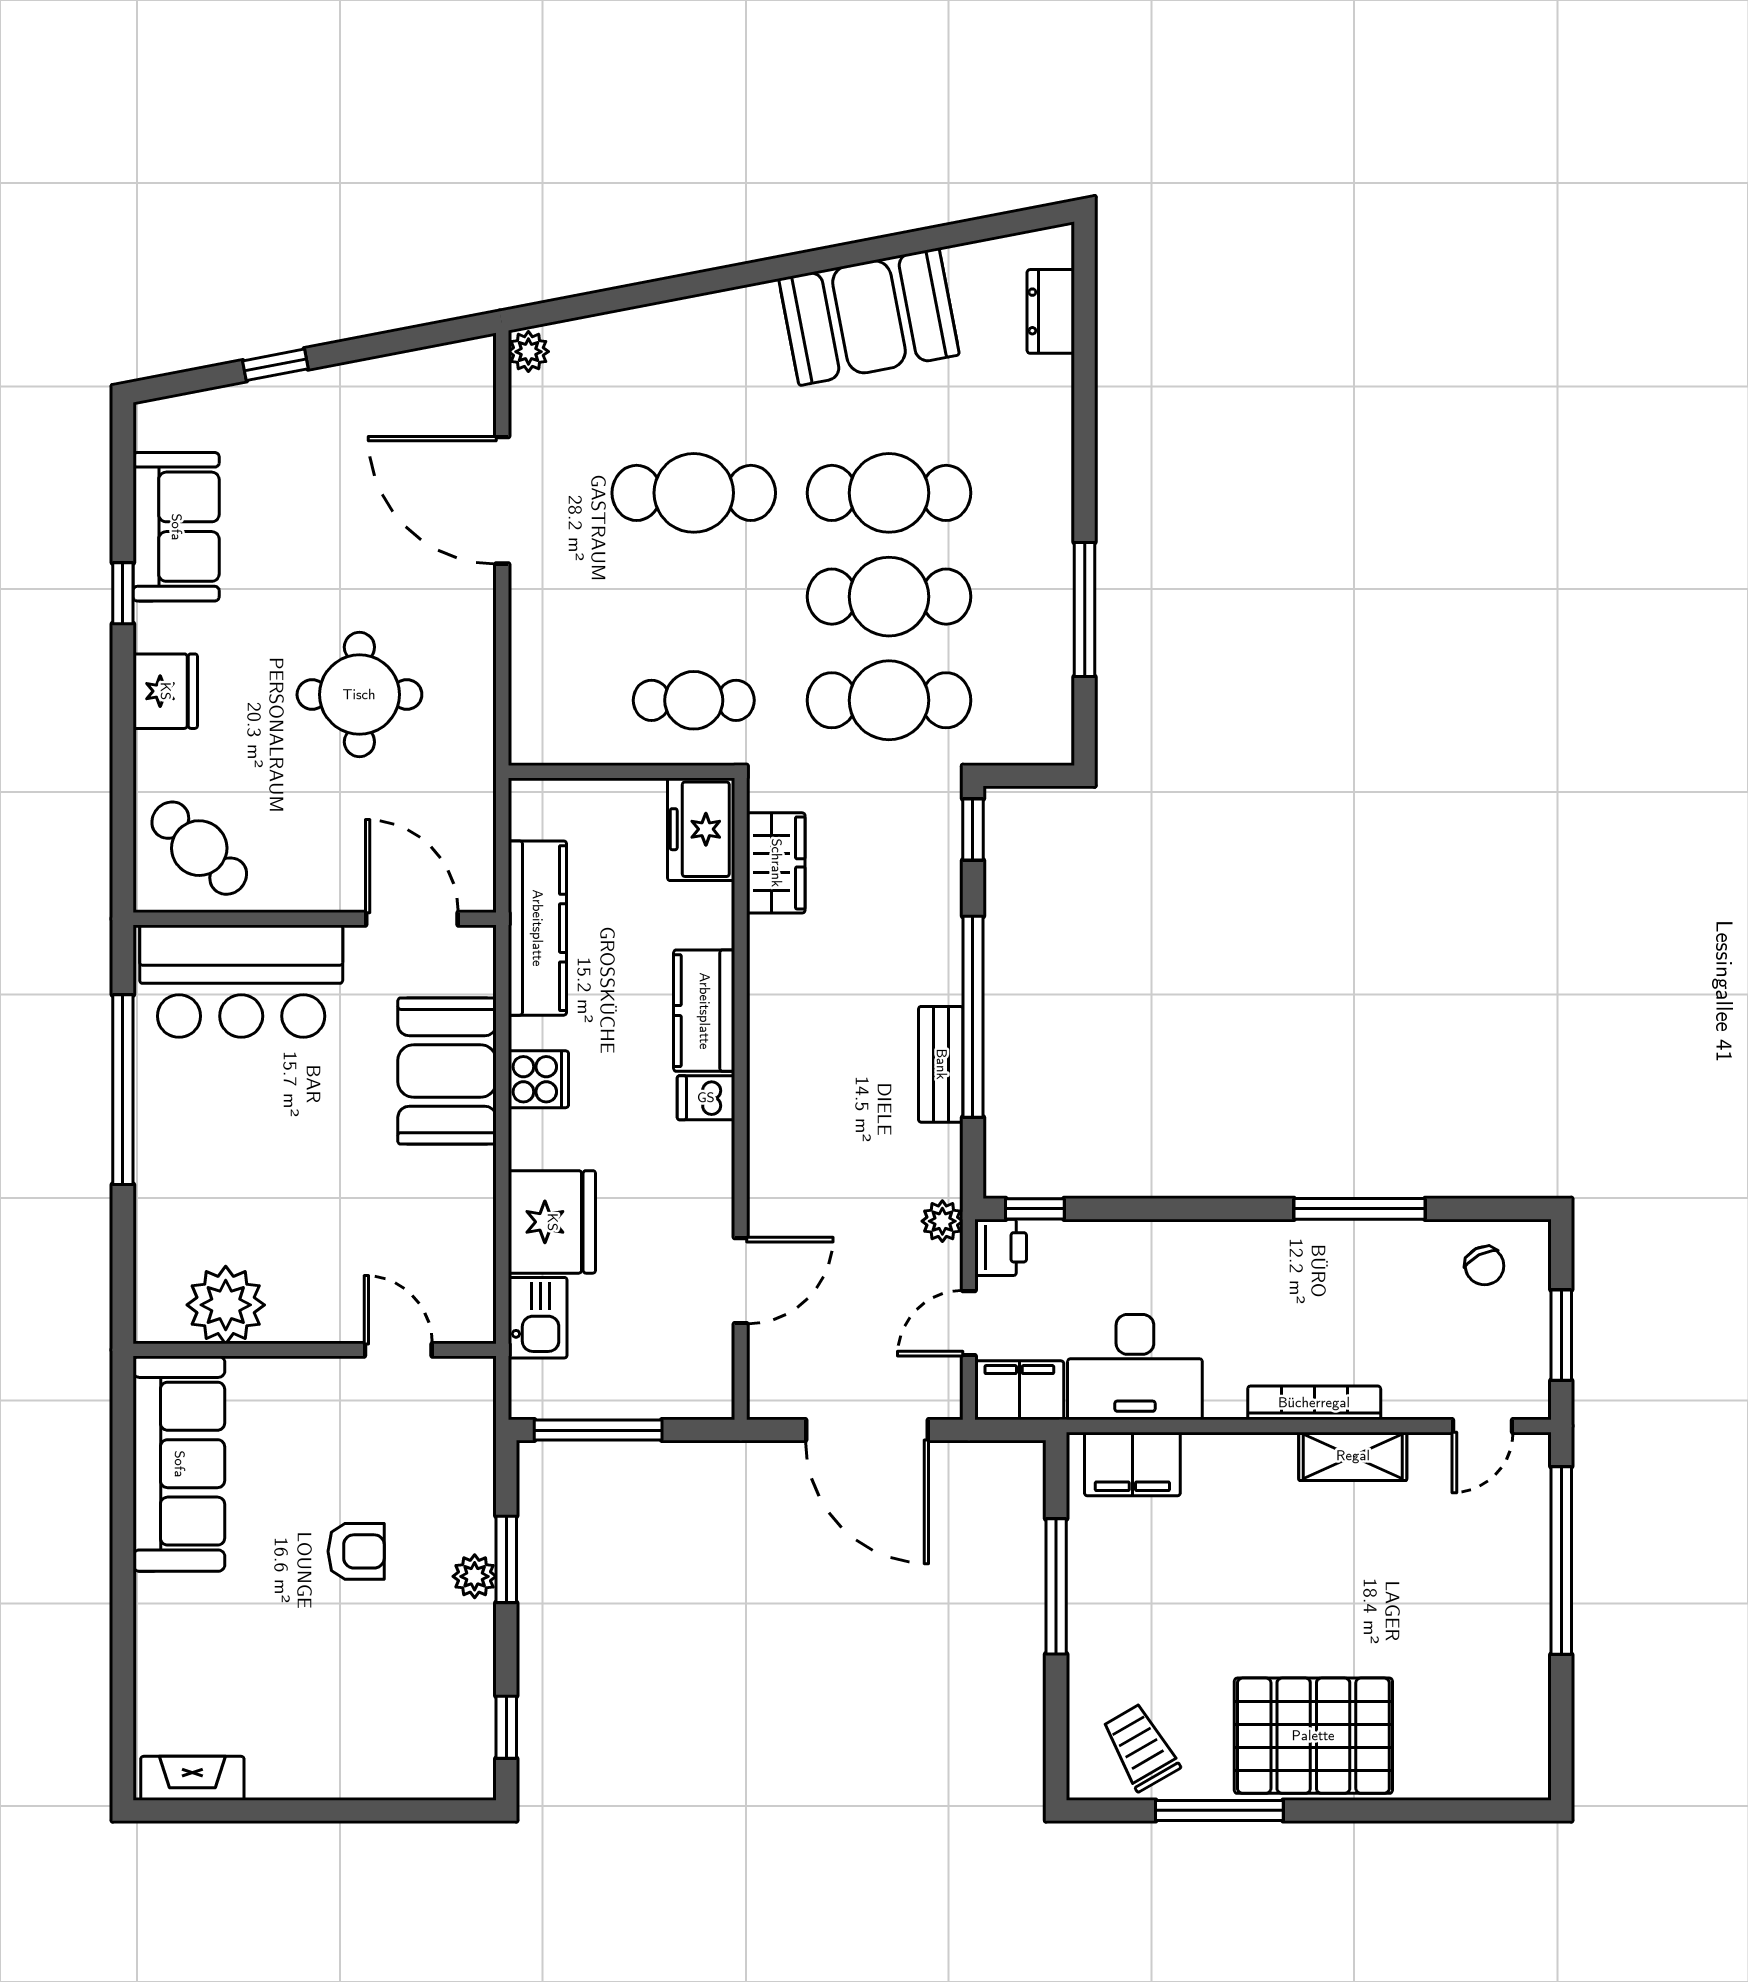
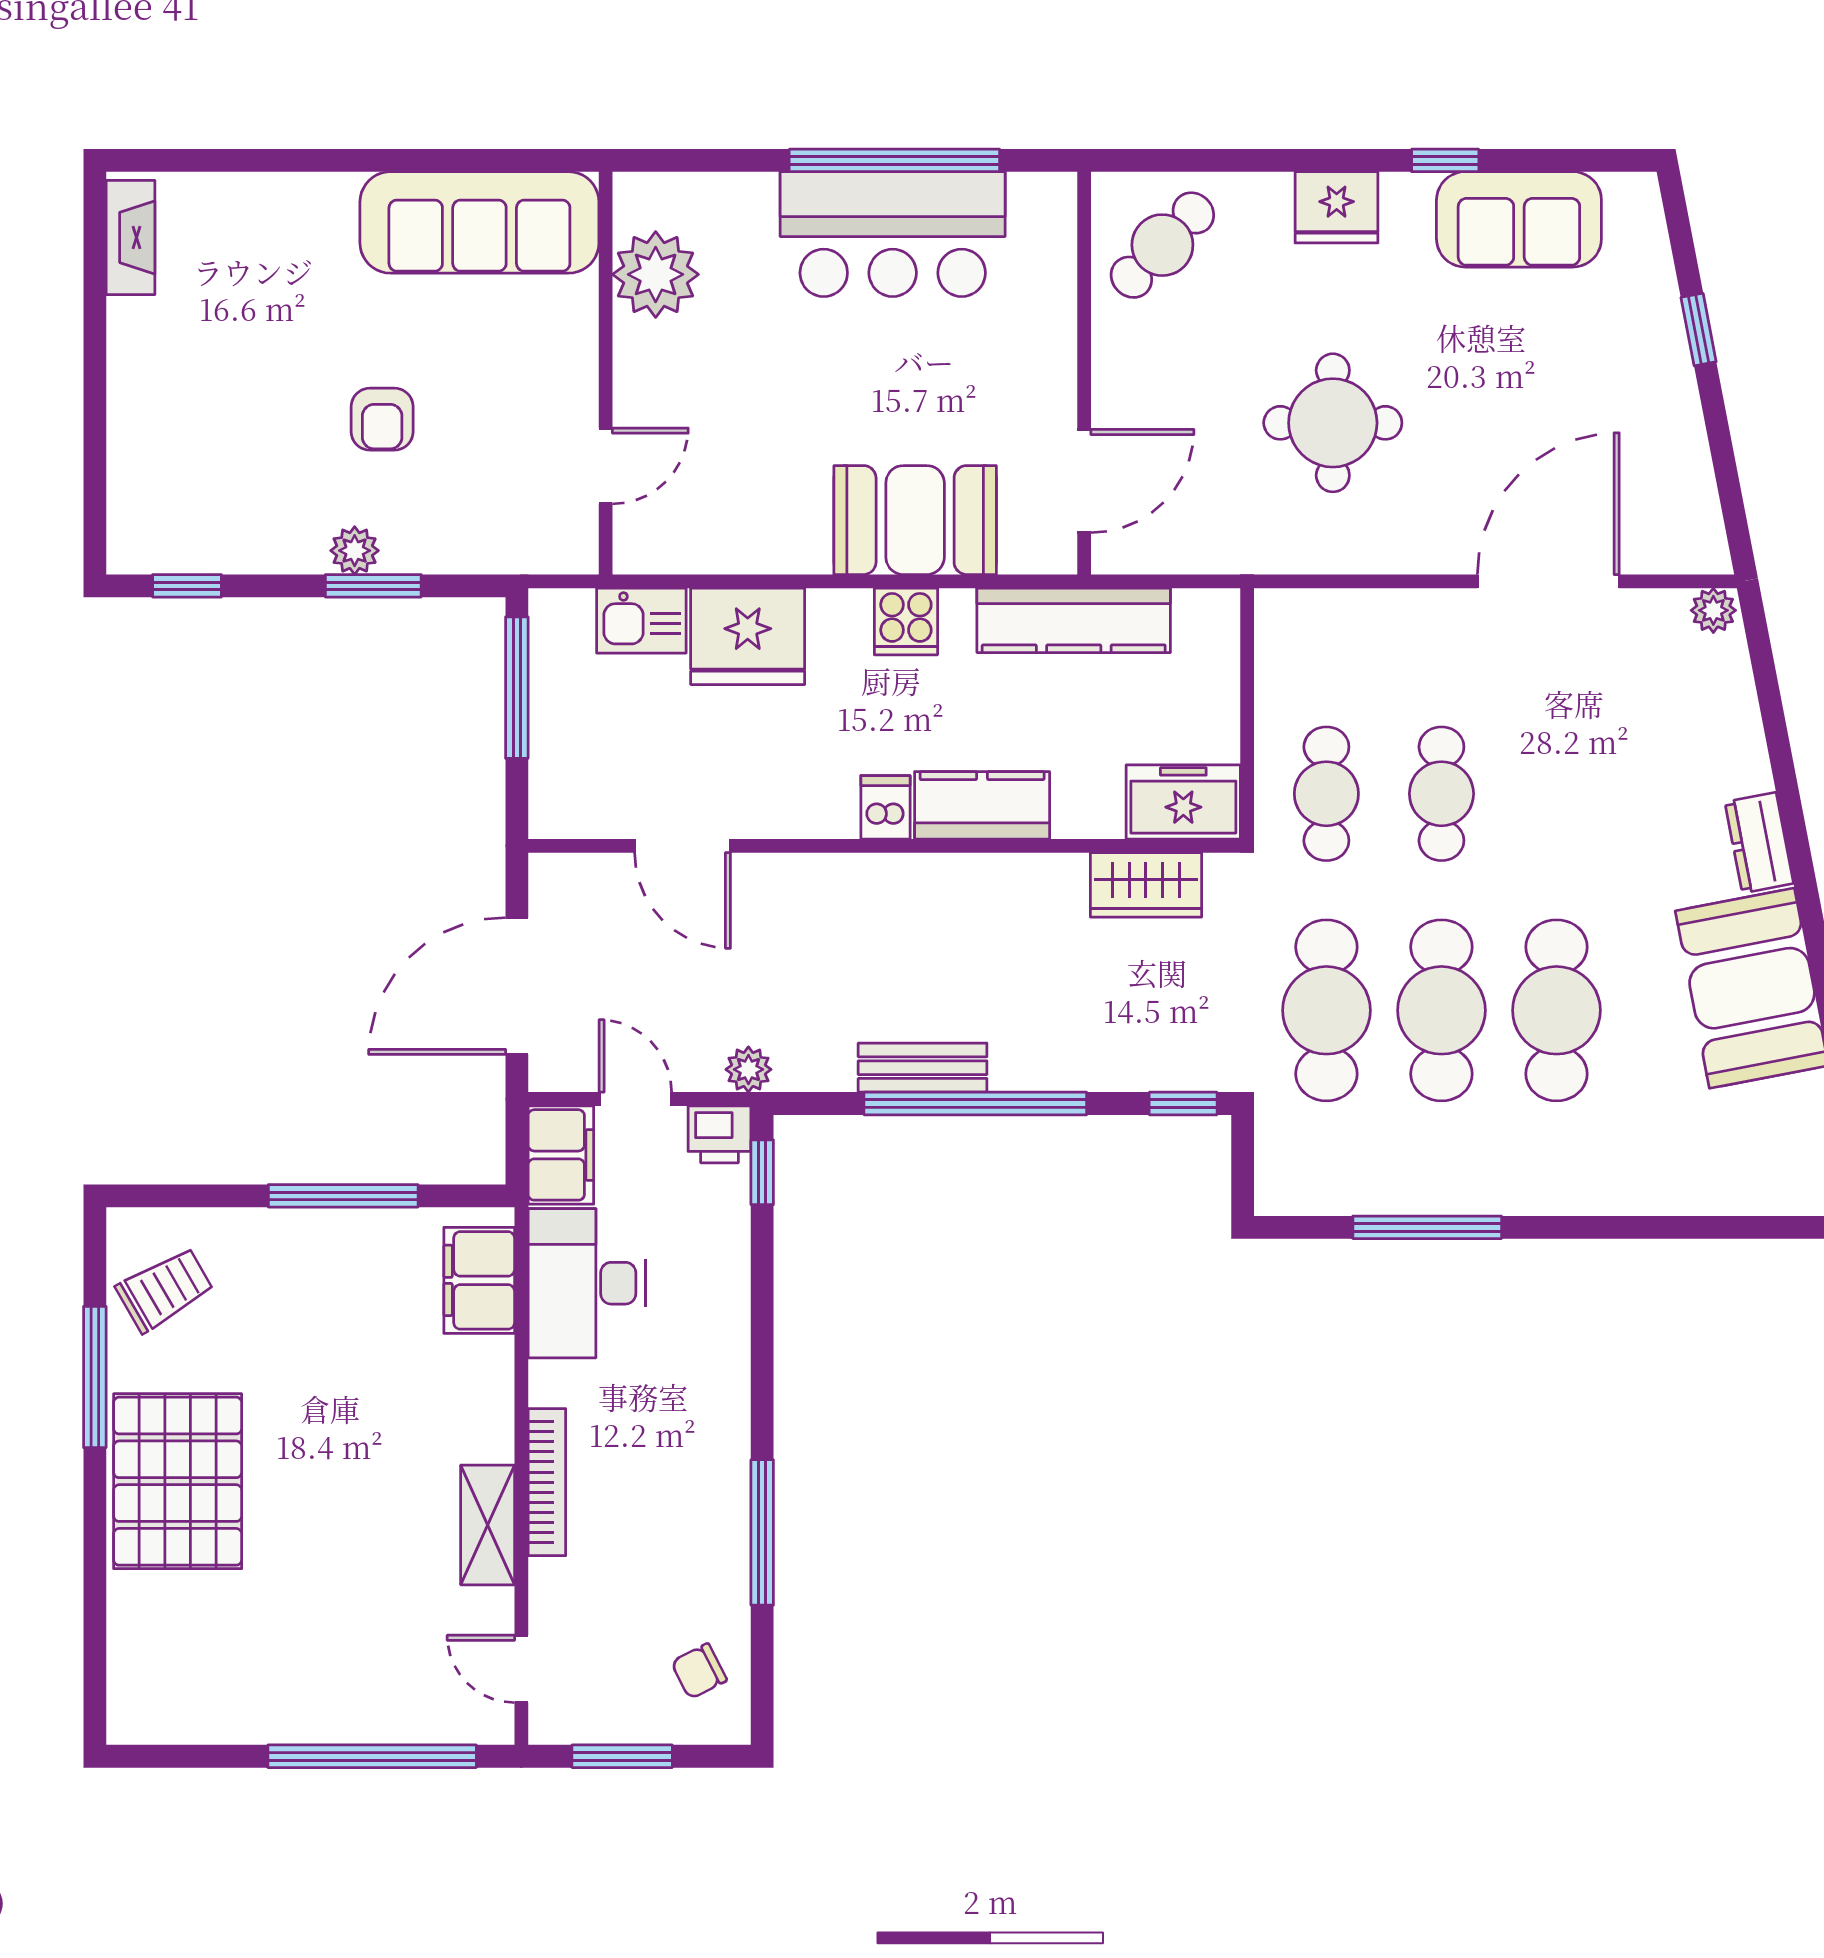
dresser: (1051, 311) -> (1759, 843), moved, turned -101
cafe table: (694, 493) -> (1441, 794), moved, width x0.73, depth x0.74
bar counter: (241, 981) -> (893, 234), moved, turned -90

